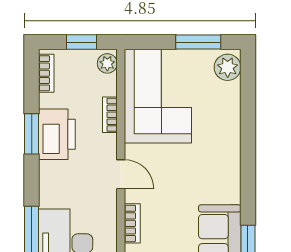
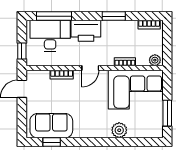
window: (81, 42) -> (167, 45), removed
plant: (228, 67) -> (119, 130), moved
printer: (57, 134) -> (86, 31), moved

